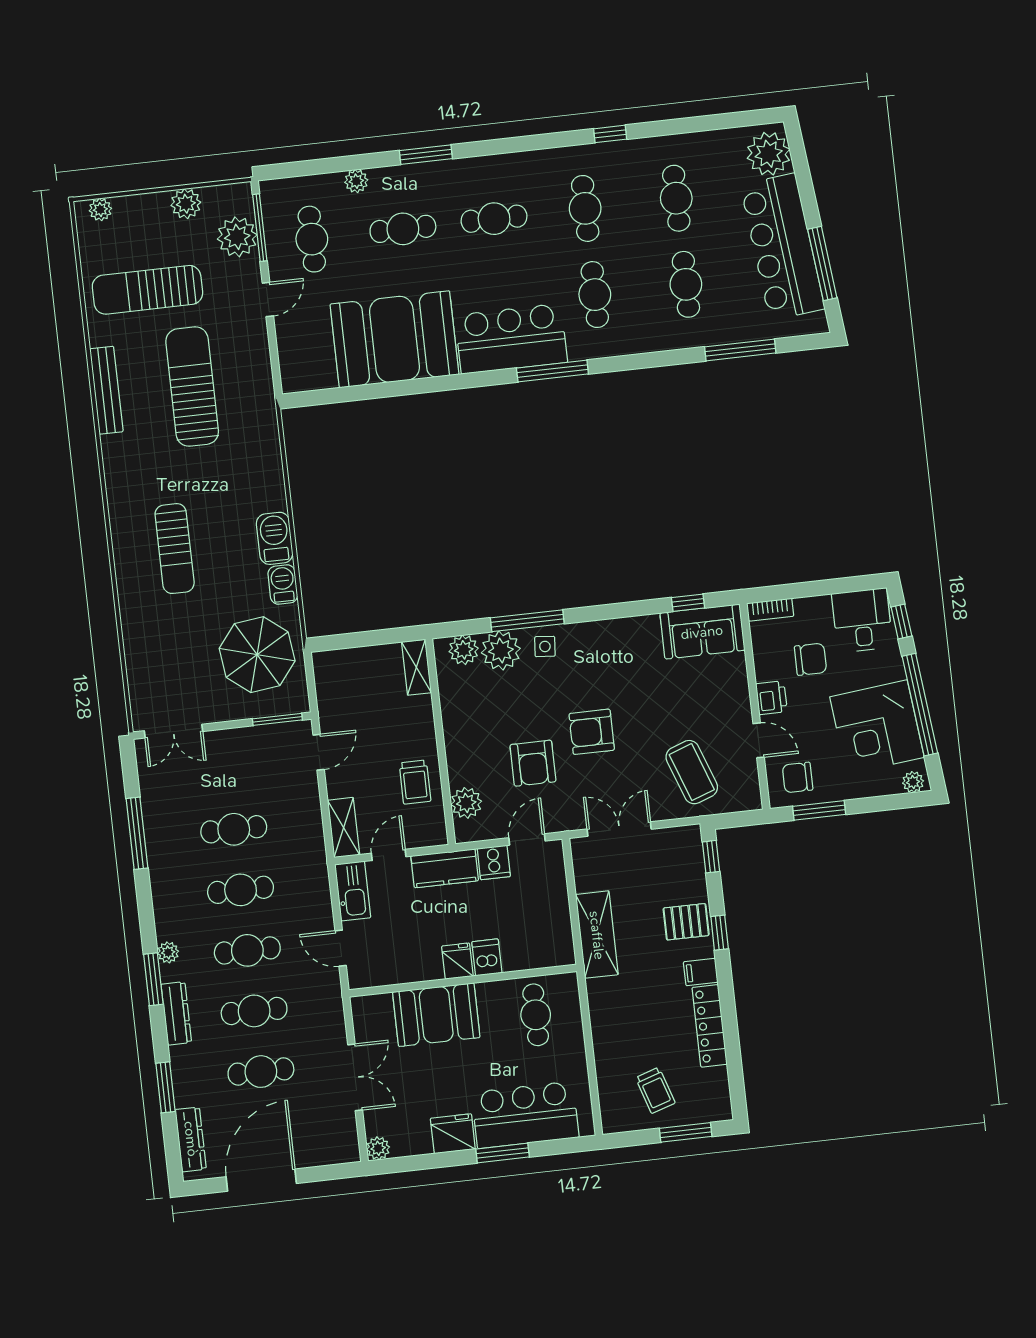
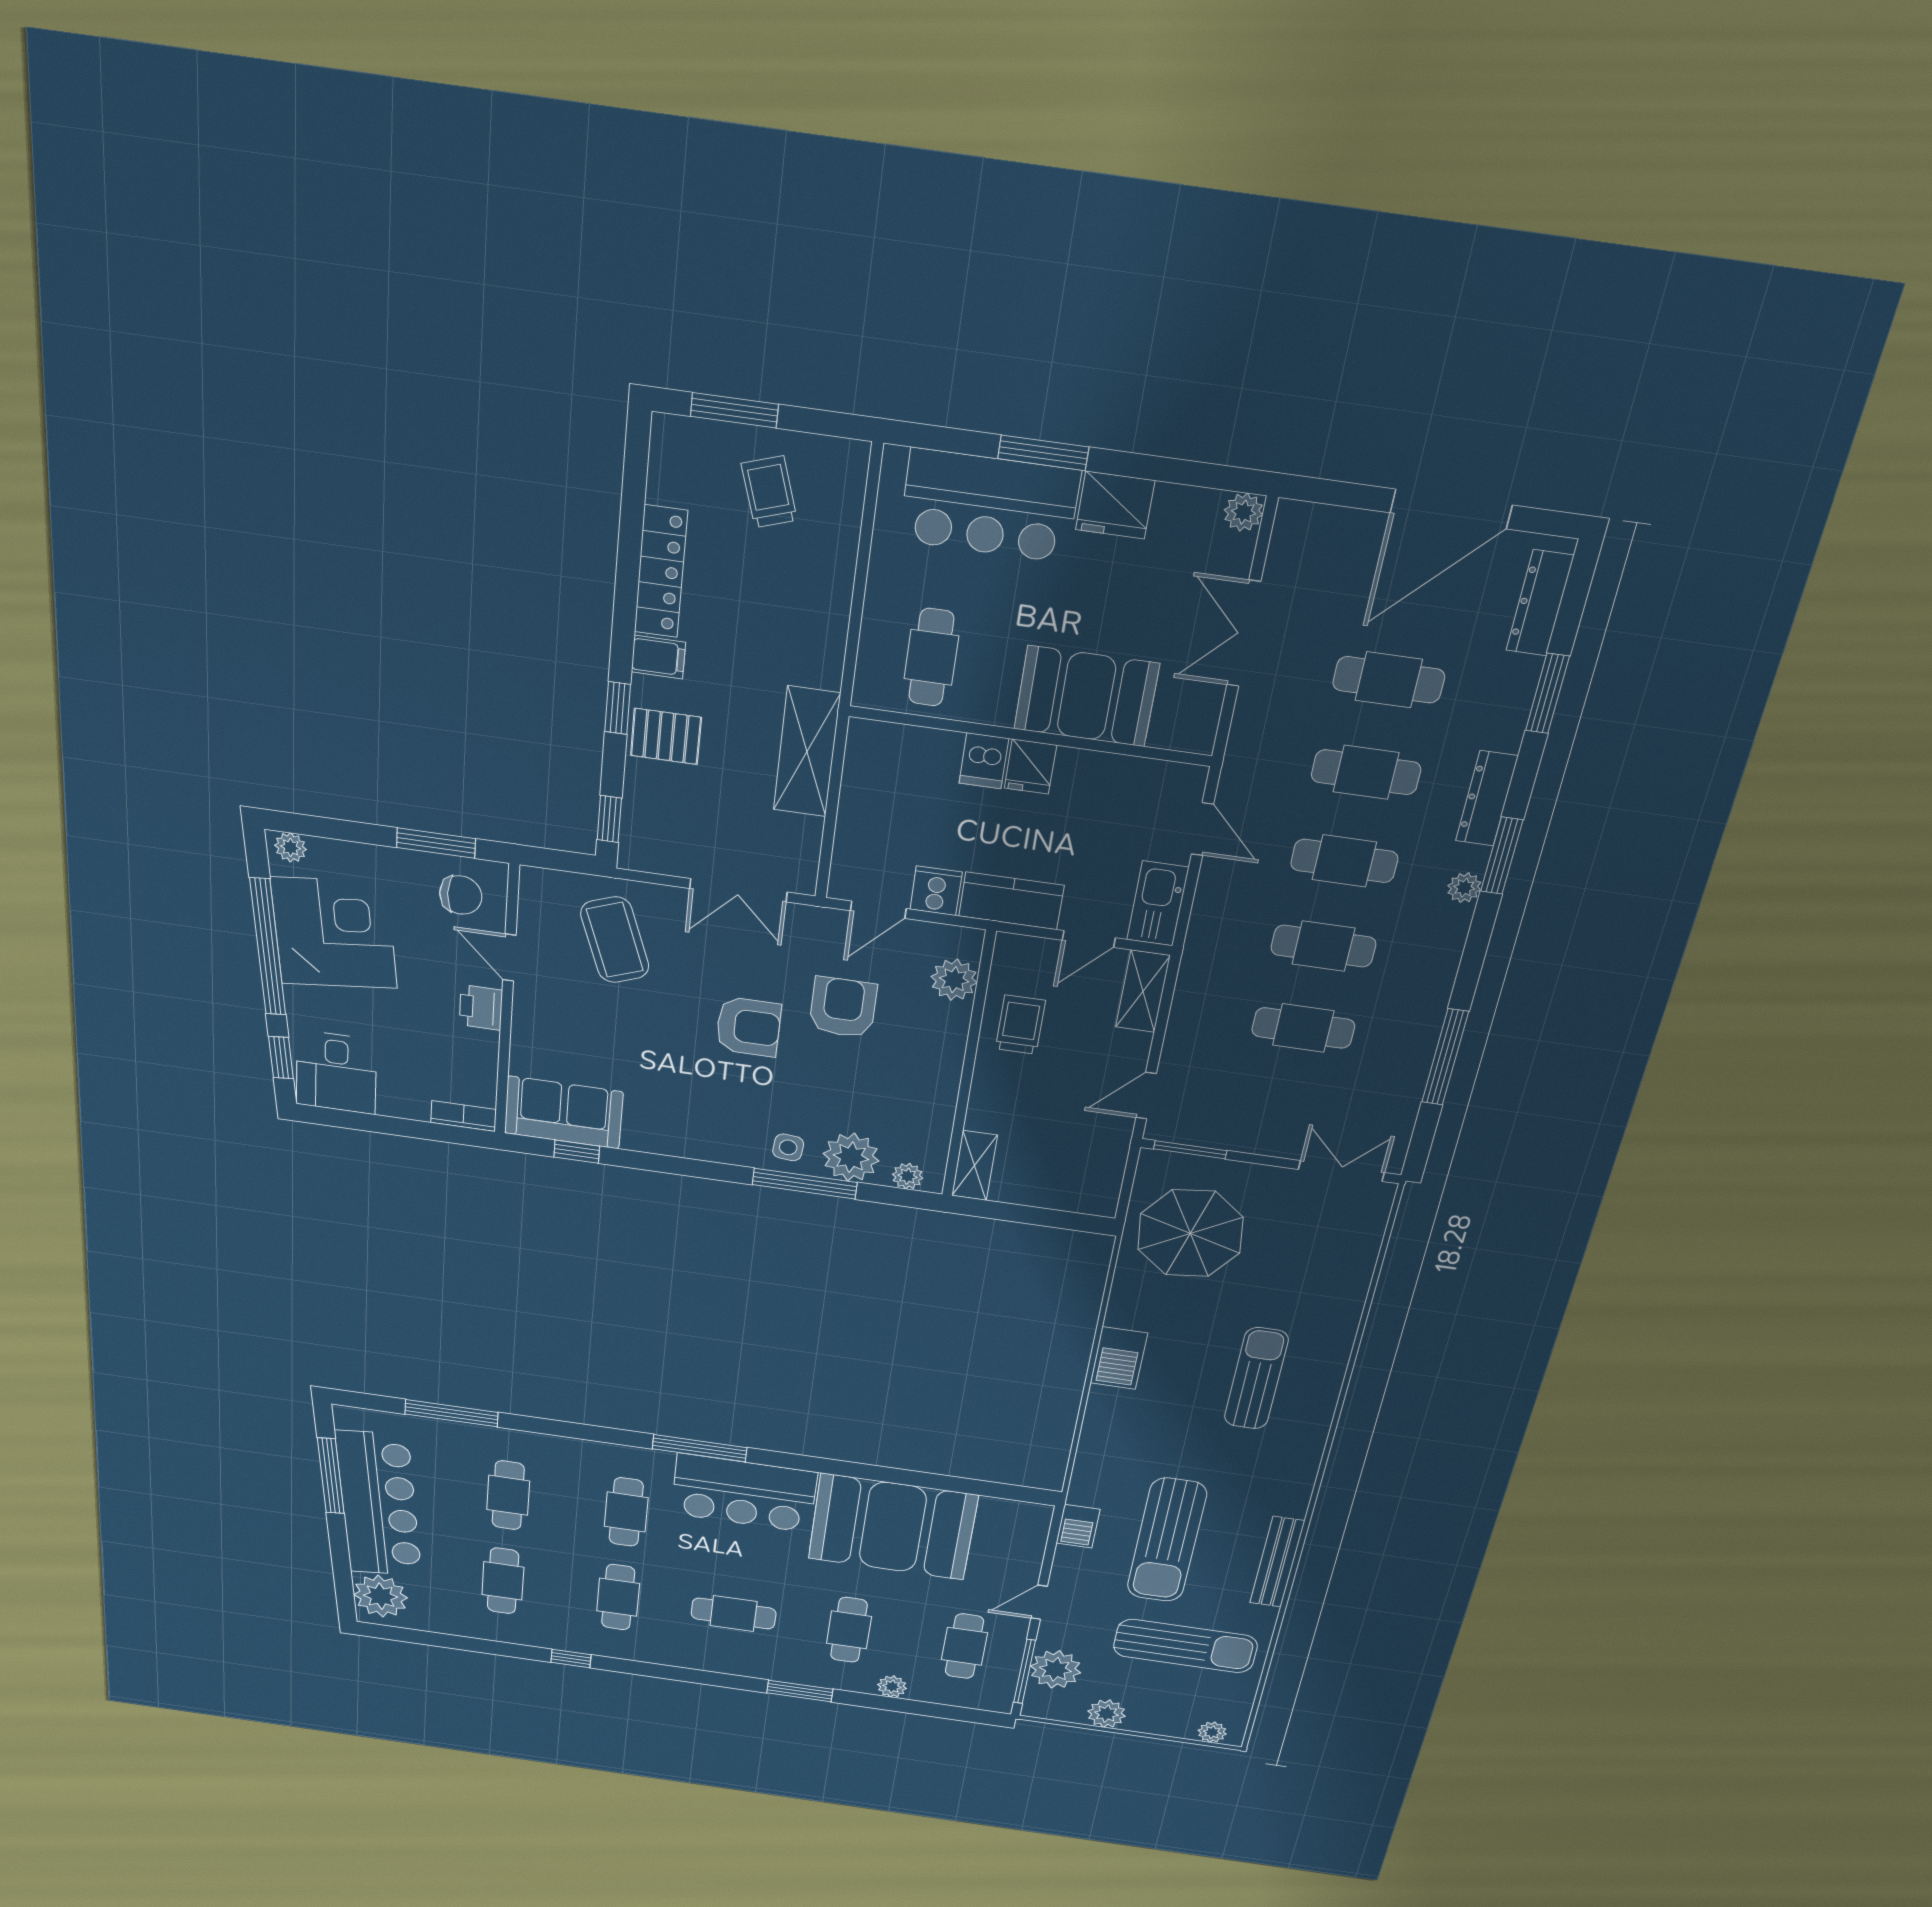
cafe table: (403, 229) -> (849, 1630), turned 90
barbecue: (283, 585) -> (1078, 1526), moved
plant: (464, 650) -> (908, 1176), width x0.73, depth x0.73
chair: (811, 659) -> (417, 1042), removed

